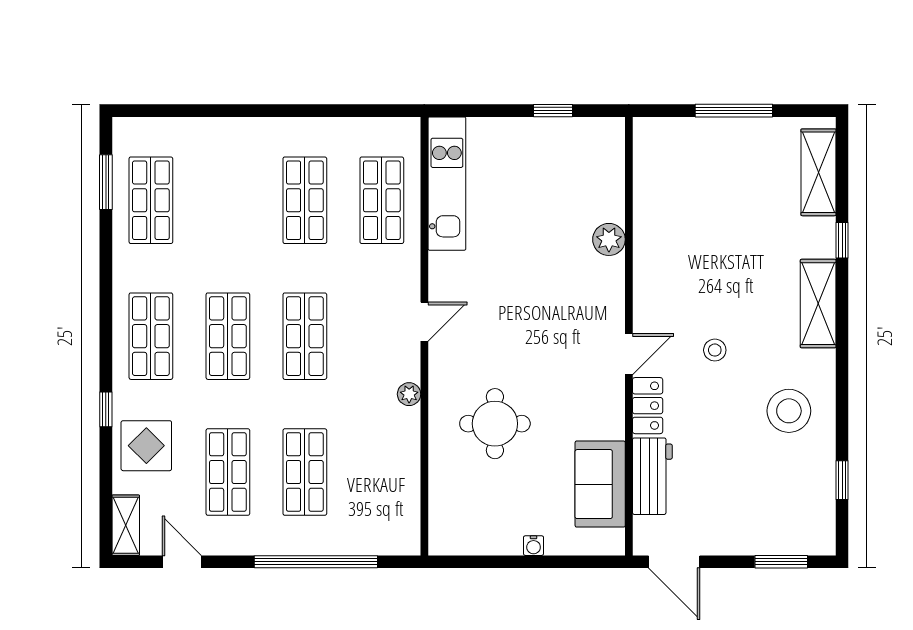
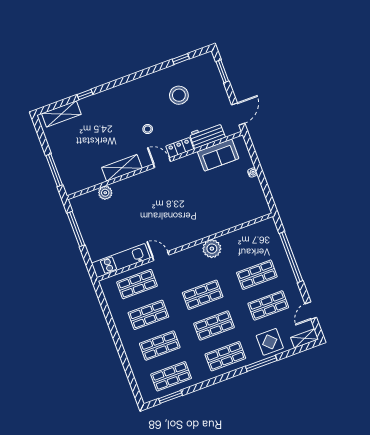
window: (553, 111) -> (76, 229), width x2.17
window: (734, 111) -> (54, 170), moved
shop shelf: (228, 200) -> (160, 346), added
plant: (609, 239) -> (105, 193), moved
shelving: (818, 304) -> (122, 168), moved
door: (424, 322) -> (161, 256), moved
plant: (409, 394) -> (212, 249), width x1.88, depth x1.88
window: (106, 409) -> (261, 363), width x2.17
stool: (789, 411) -> (179, 95), moved
round table: (495, 424) -> (209, 206), removed

